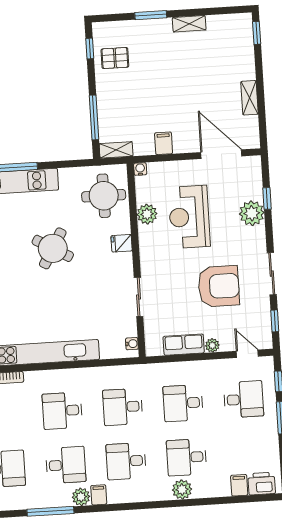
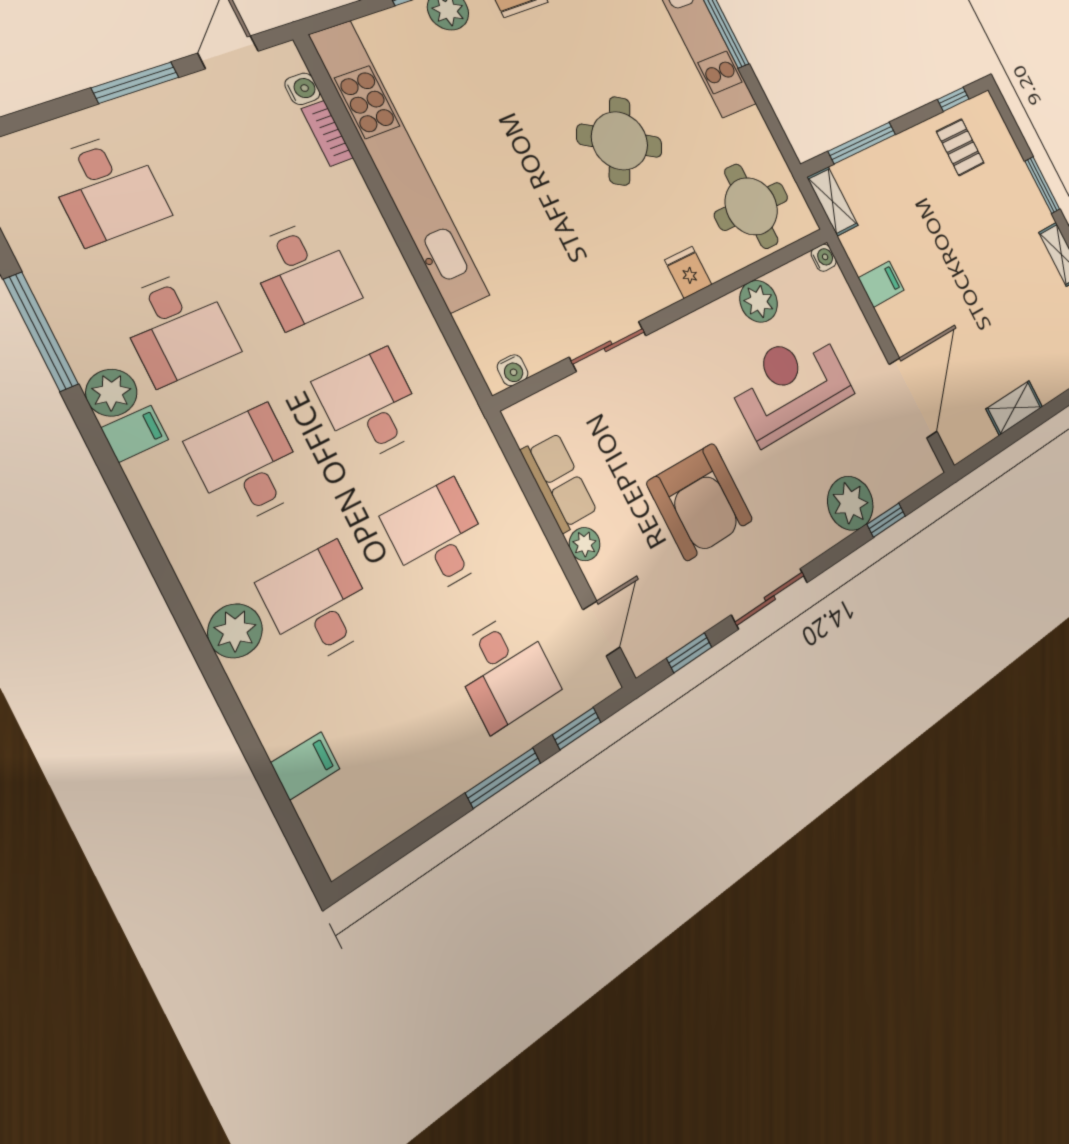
desk: (62, 411) -> (304, 273), turned 180
printer: (262, 484) -> (333, 819), removed

